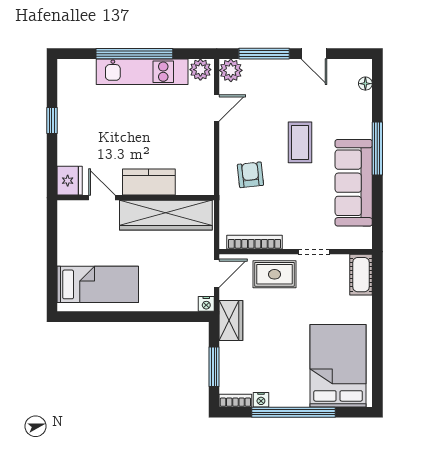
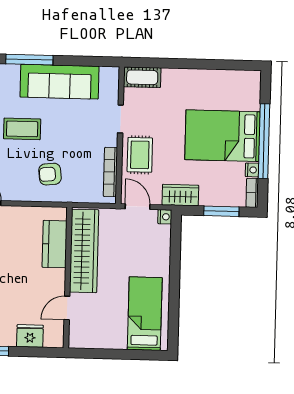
fridge: (70, 181) -> (30, 336), moved
kitchen counter: (149, 182) -> (55, 244), moved
bed: (338, 366) -> (222, 136), moved

